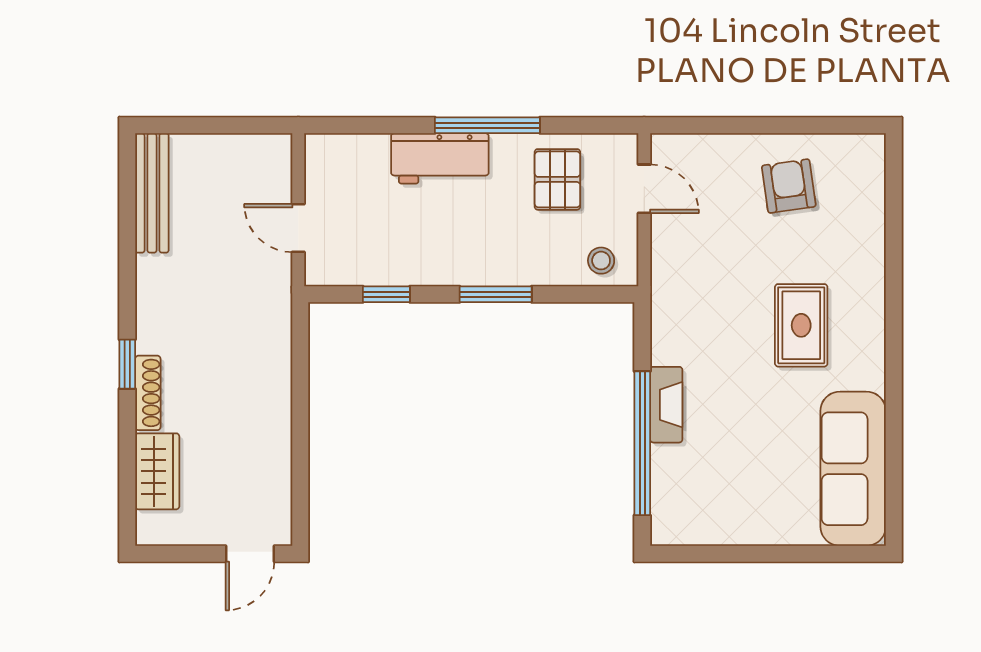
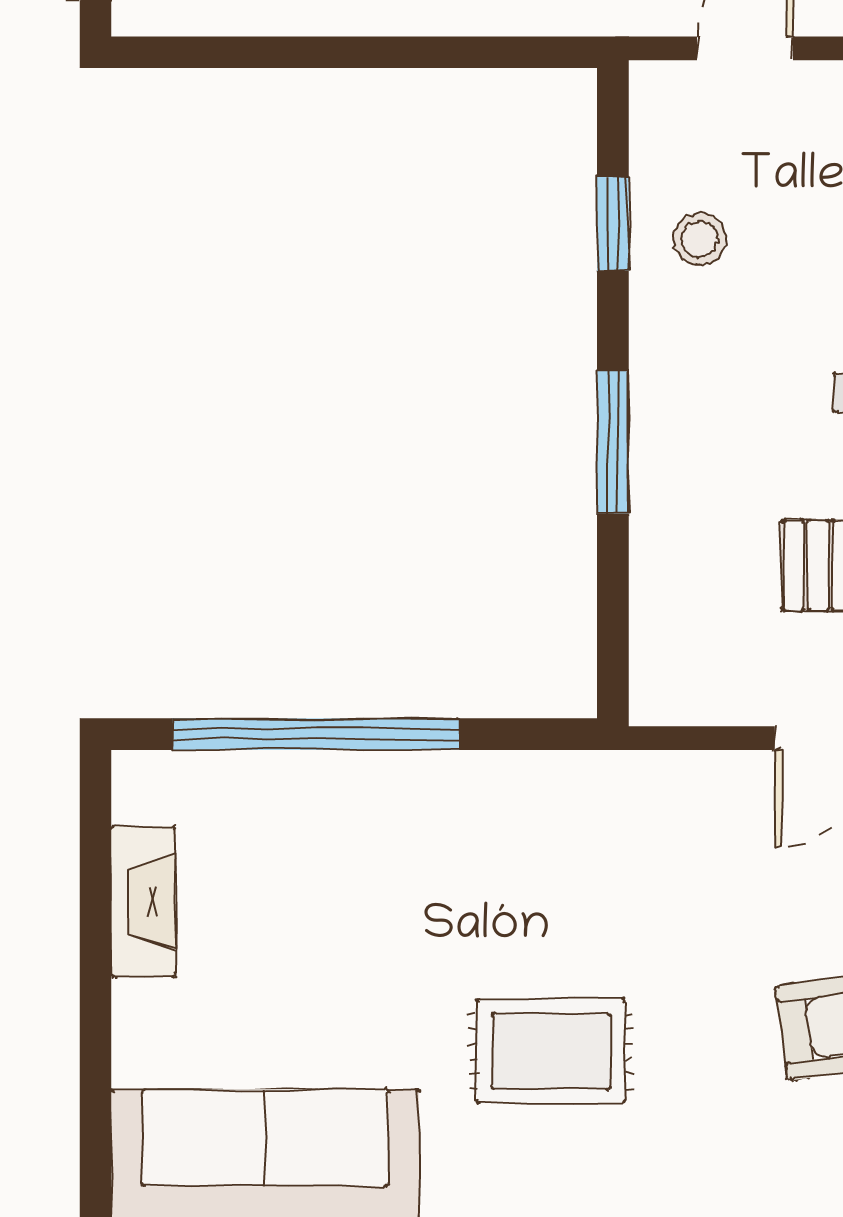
stool: (601, 261) -> (700, 239), moved
fireplace: (666, 405) -> (143, 902), moved, turned -90

